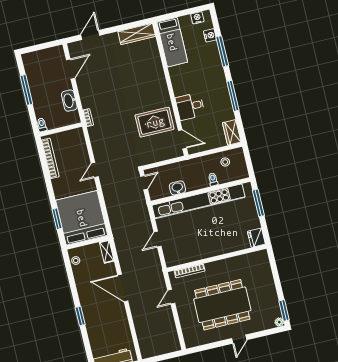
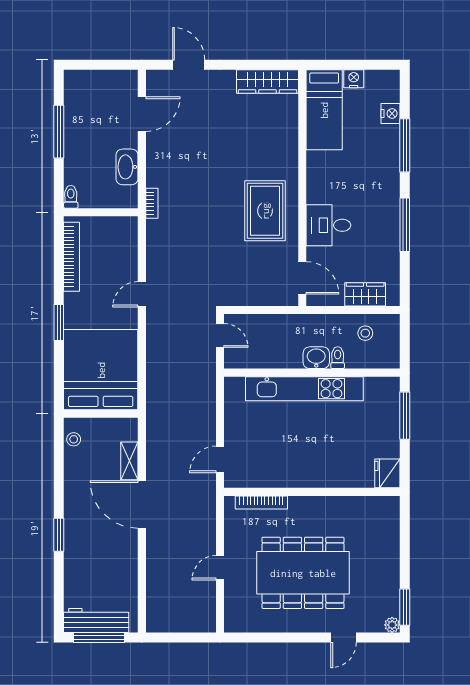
nightstand: (197, 18) -> (354, 79), moved
door: (90, 35) -> (189, 65), hinge flipped
rug: (155, 122) -> (265, 211), moved, turned 90
wardrobe: (232, 132) -> (365, 294), moved, turned 90
door: (144, 183) -> (220, 335), hinge flipped
washbasin: (177, 188) -> (316, 358), moved
kitchen unit: (198, 201) -> (304, 389), width x0.73
window: (57, 219) -> (59, 323), moved
door: (158, 239) -> (220, 459), moved
shelving: (107, 252) -> (129, 461), moved
door: (171, 297) -> (220, 568), moved
door: (239, 339) -> (344, 638), moved

